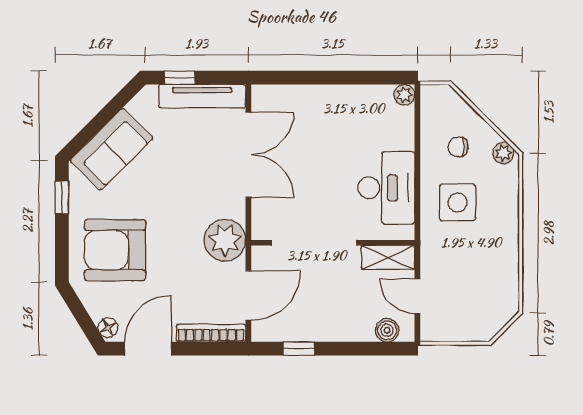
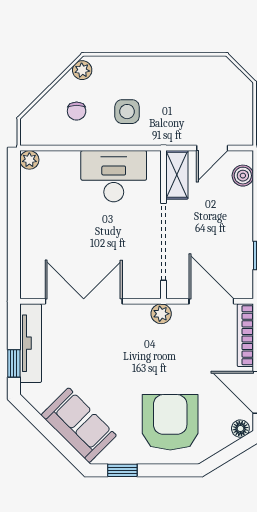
side table: (458, 202) -> (127, 112), width x0.73, depth x0.73
plant: (225, 240) -> (161, 314), width x0.53, depth x0.53
armchair: (115, 250) -> (170, 422), turned 180

